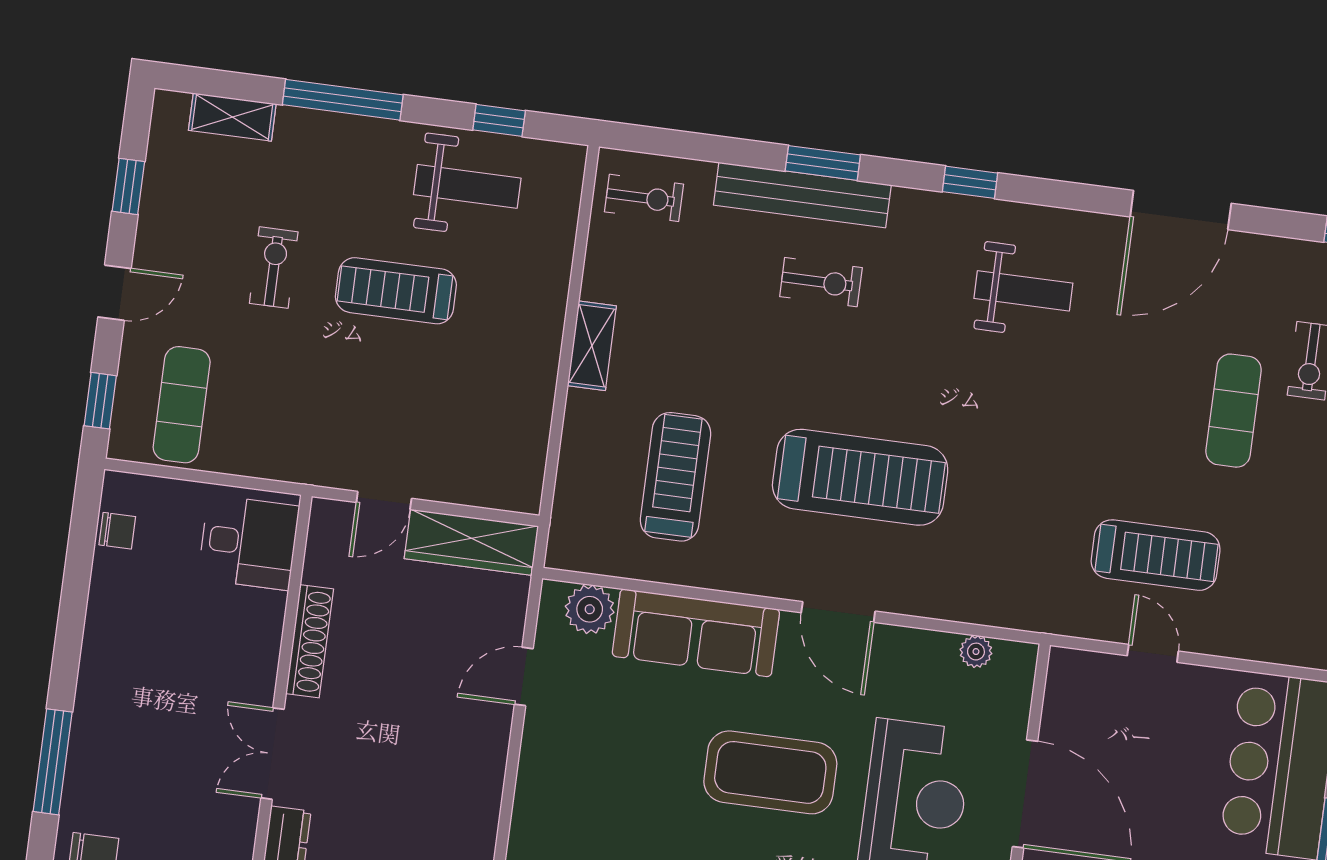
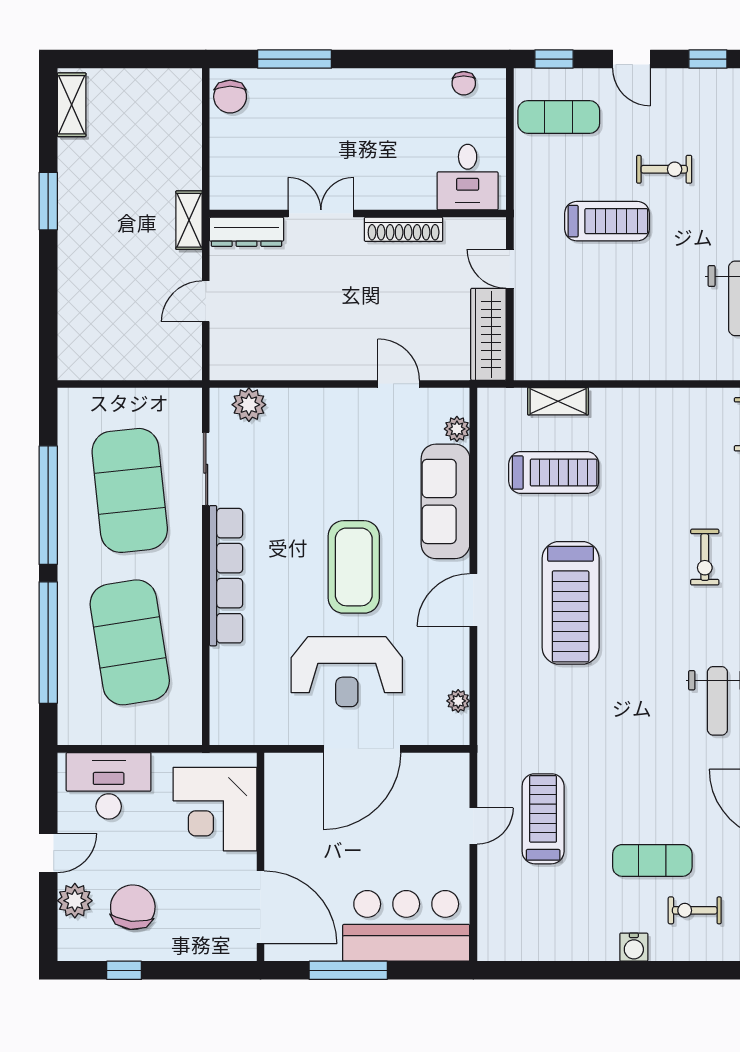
treadmill: (396, 291) -> (607, 221), moved, turned 90
shelving: (592, 346) -> (558, 401), moved
treadmill: (1156, 555) -> (543, 819), turned 180
plant: (590, 609) -> (457, 429), width x0.73, depth x0.73

